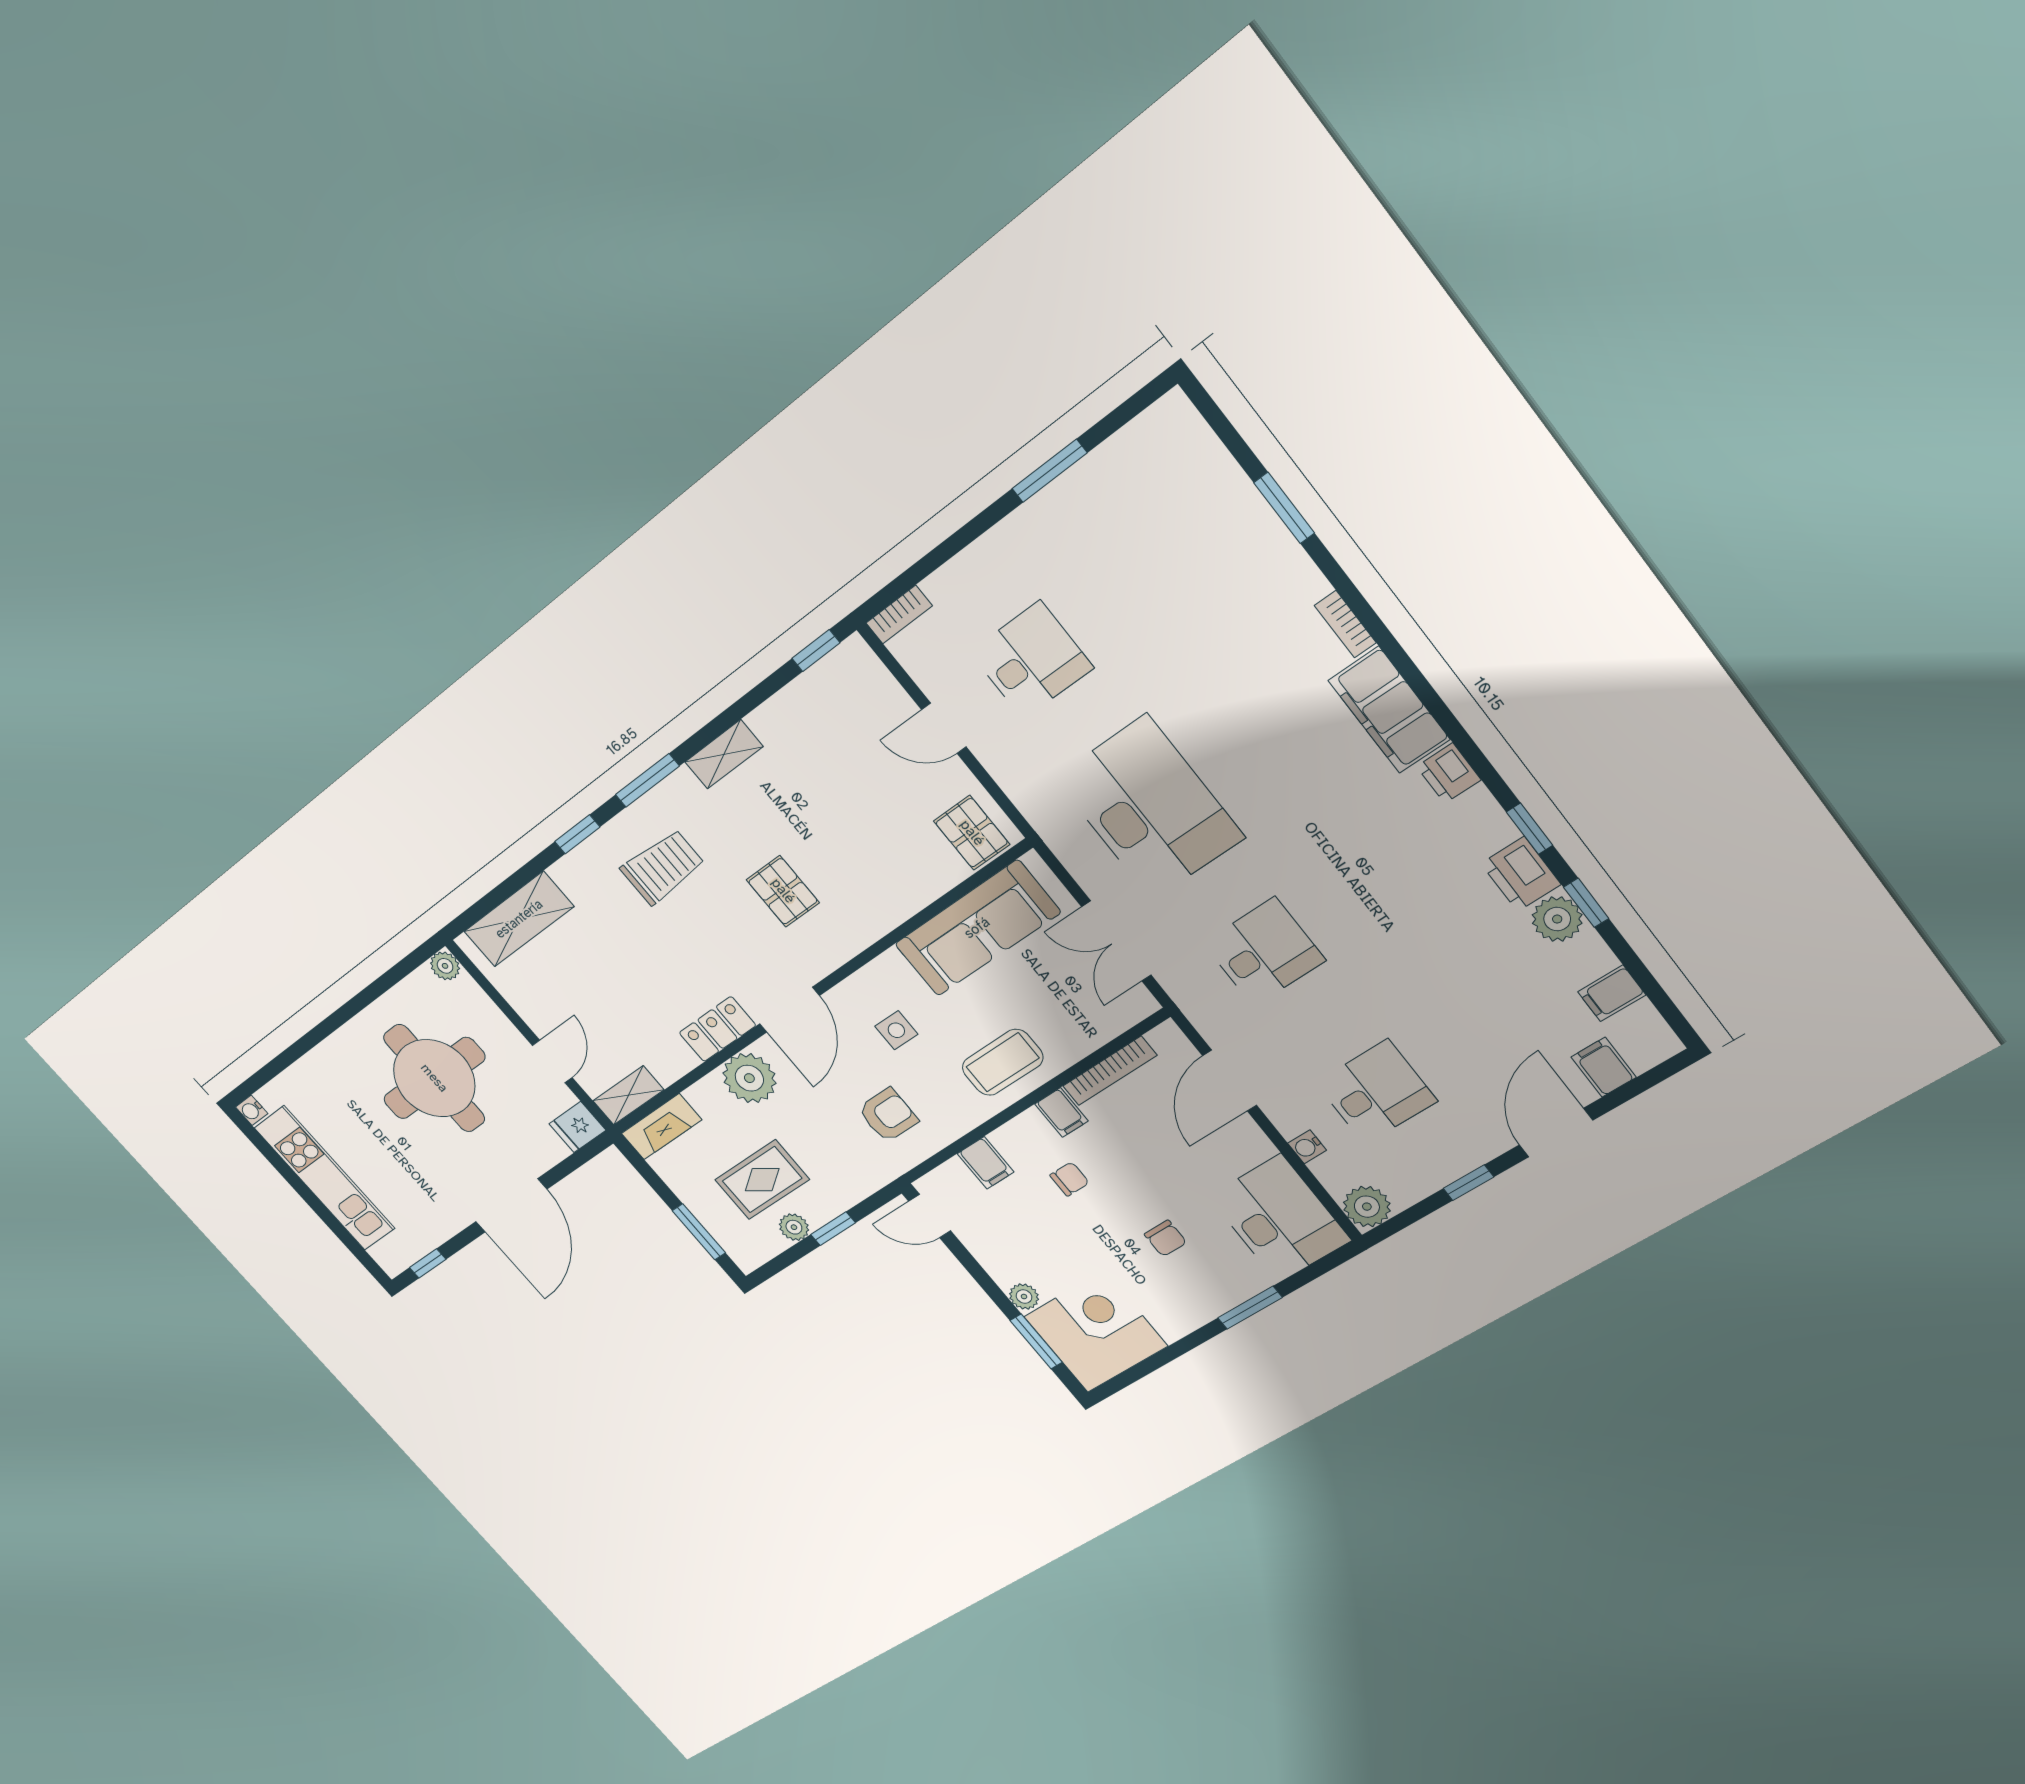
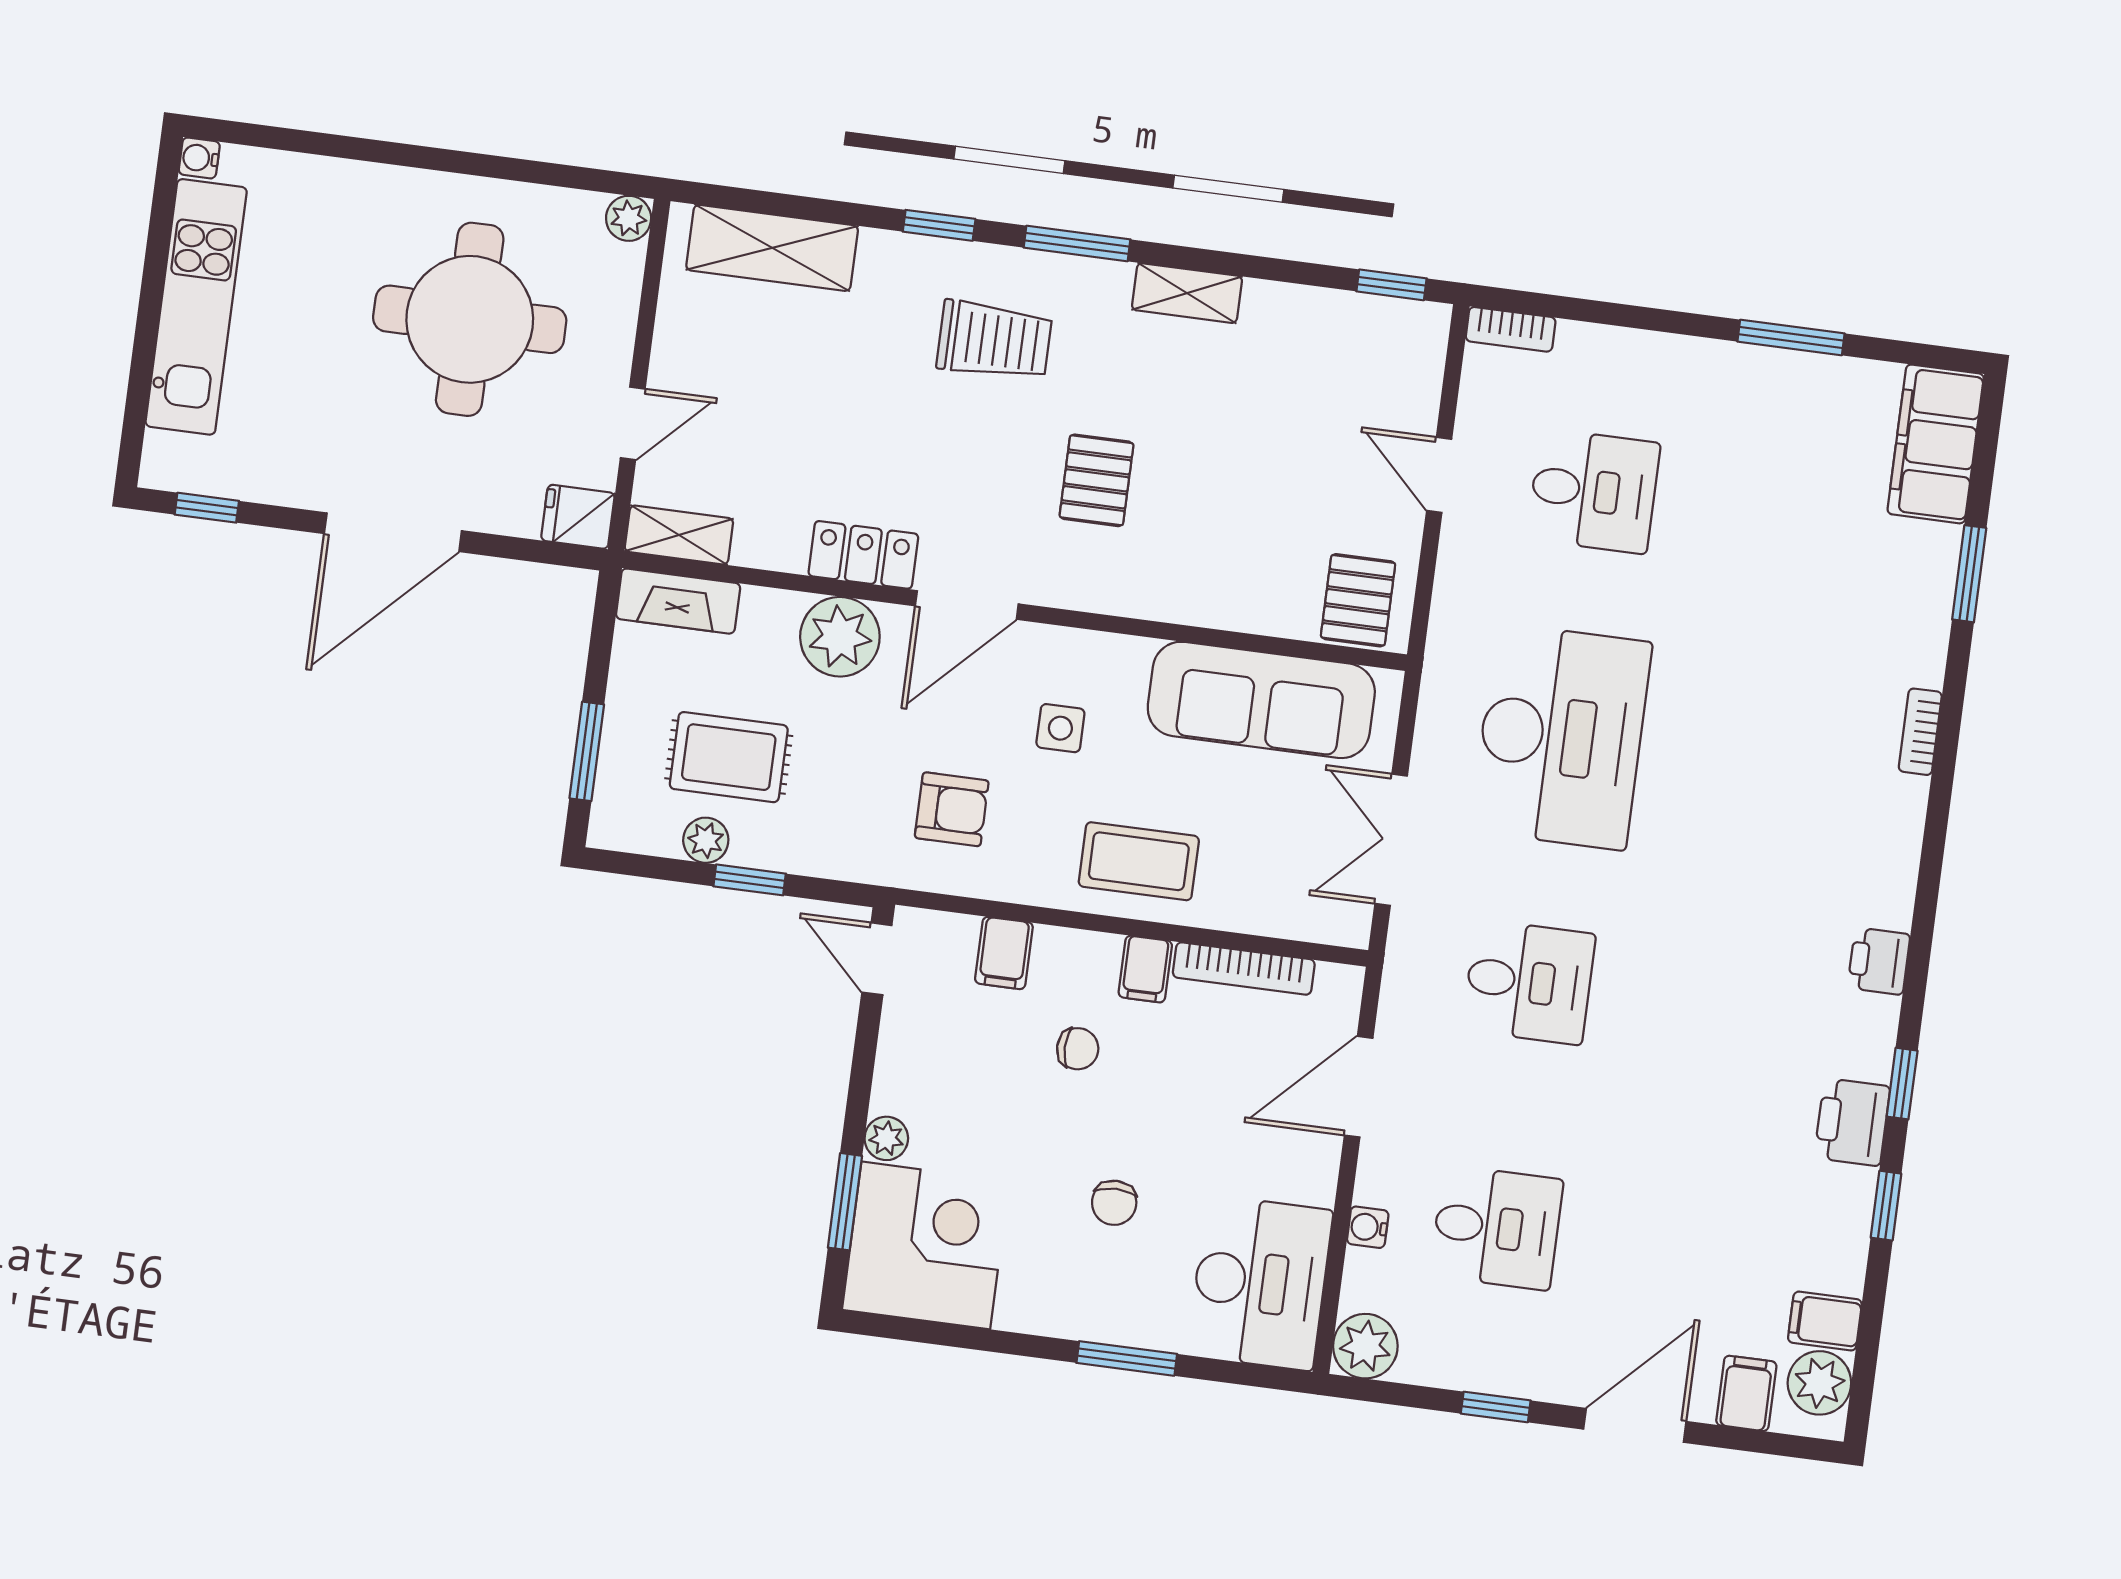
filing cabinet: (1389, 710) -> (1936, 444), moved
plant: (1557, 919) -> (1819, 1383), moved

